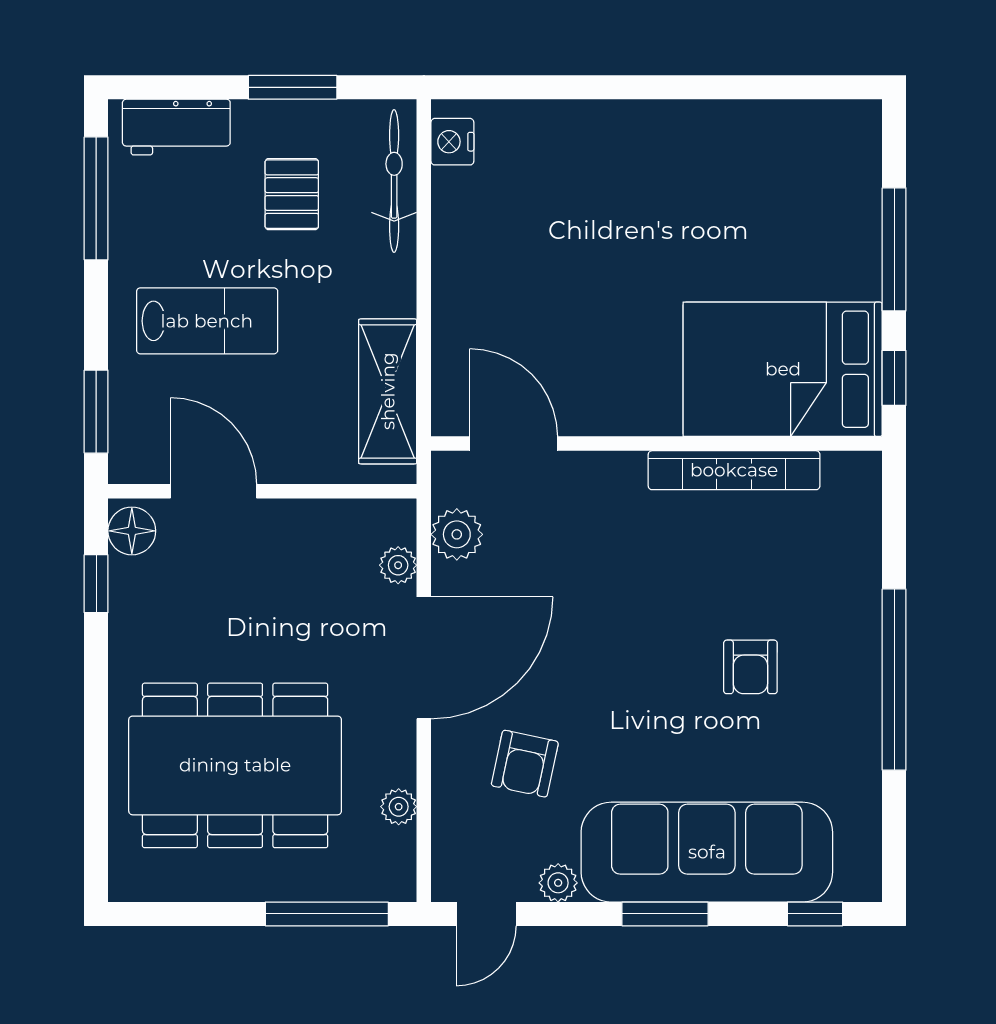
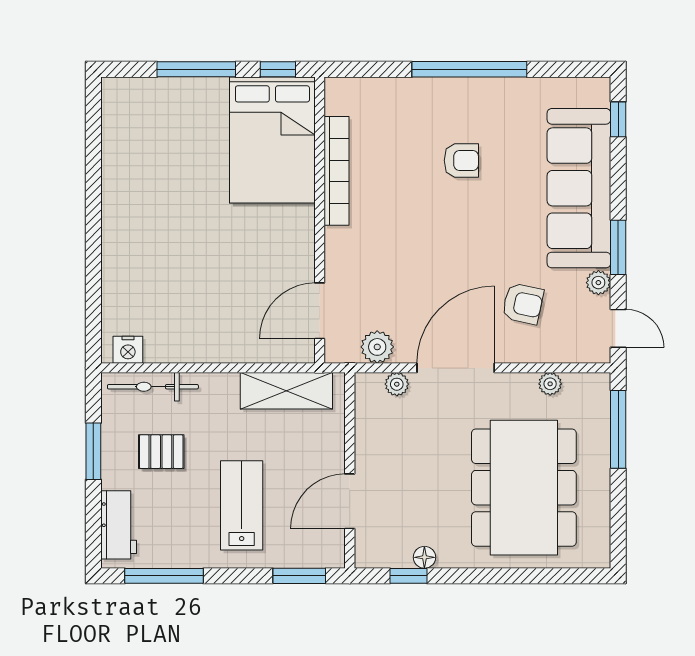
floor lamp: (132, 531) -> (424, 557), moved, width x0.73, depth x0.73
door: (424, 658) -> (456, 368), hinge flipped
window: (665, 914) -> (618, 247), moved

